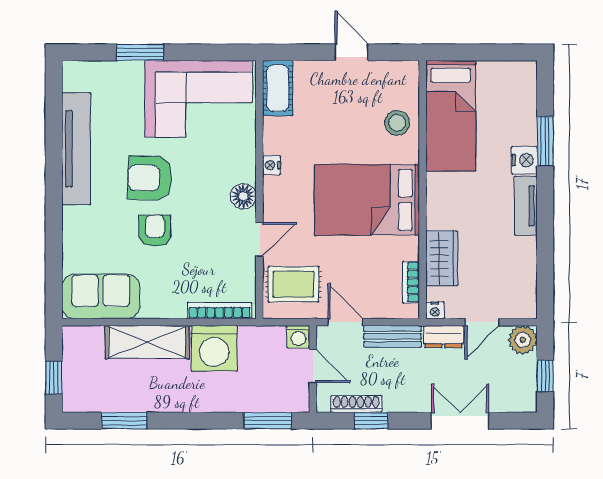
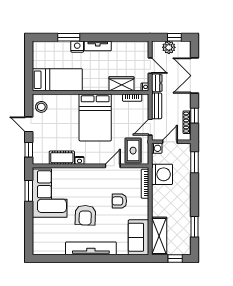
window: (140, 52) -> (29, 191), moved
window: (295, 52) -> (29, 150), added
door: (352, 52) -> (29, 124), hinge flipped
cot: (278, 88) -> (62, 158), moved
stool: (397, 123) -> (41, 107), moved
tv unit: (76, 149) -> (91, 248), moved
floor lamp: (243, 196) -> (94, 173), removed
armchair: (155, 231) -> (119, 201), moved
door: (259, 239) -> (113, 166), hinge flipped
plant: (523, 340) -> (169, 47), moved
shelving: (147, 342) -> (159, 236), moved
washing machine: (214, 348) -> (162, 174), moved
double door: (460, 421) -> (195, 76), width x1.37

